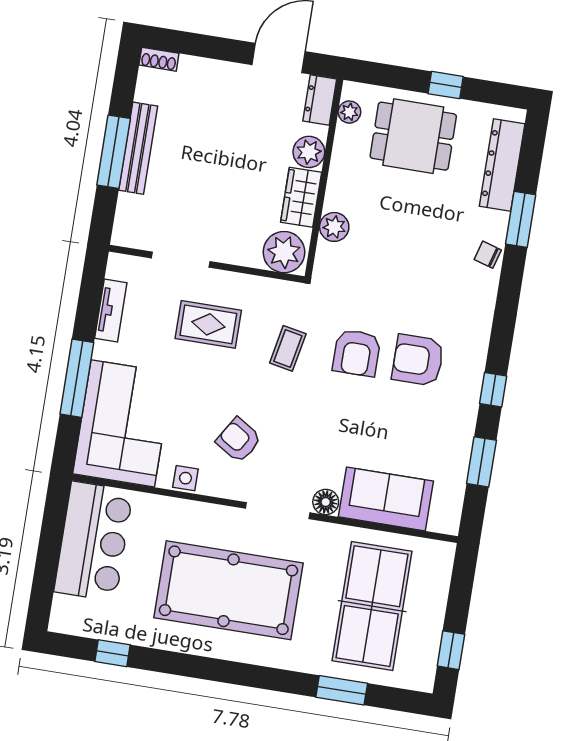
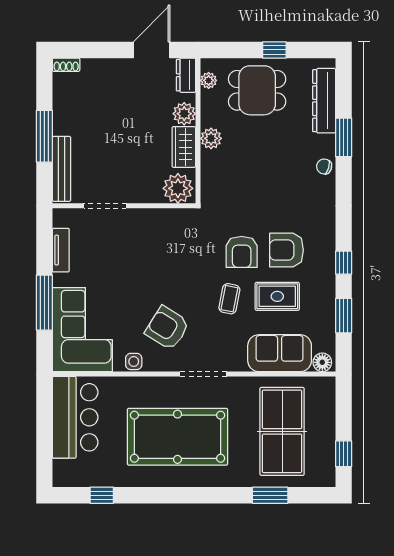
bench: (138, 148) -> (62, 169), moved
plant: (334, 227) -> (211, 138), moved
rug: (208, 324) -> (277, 296), moved
coffee table: (288, 348) -> (229, 299), moved
armchair: (239, 440) -> (167, 328), width x1.38, depth x1.38
floor lamp: (326, 502) -> (322, 362), moved

